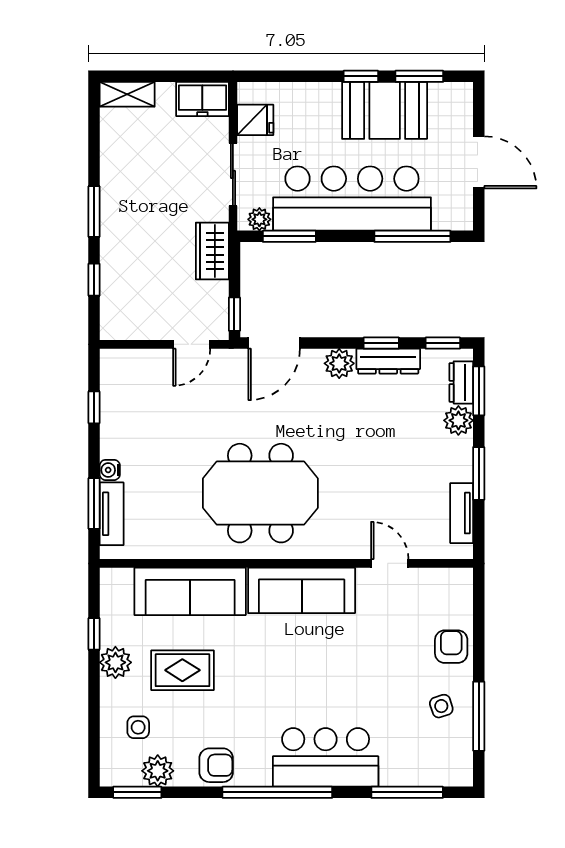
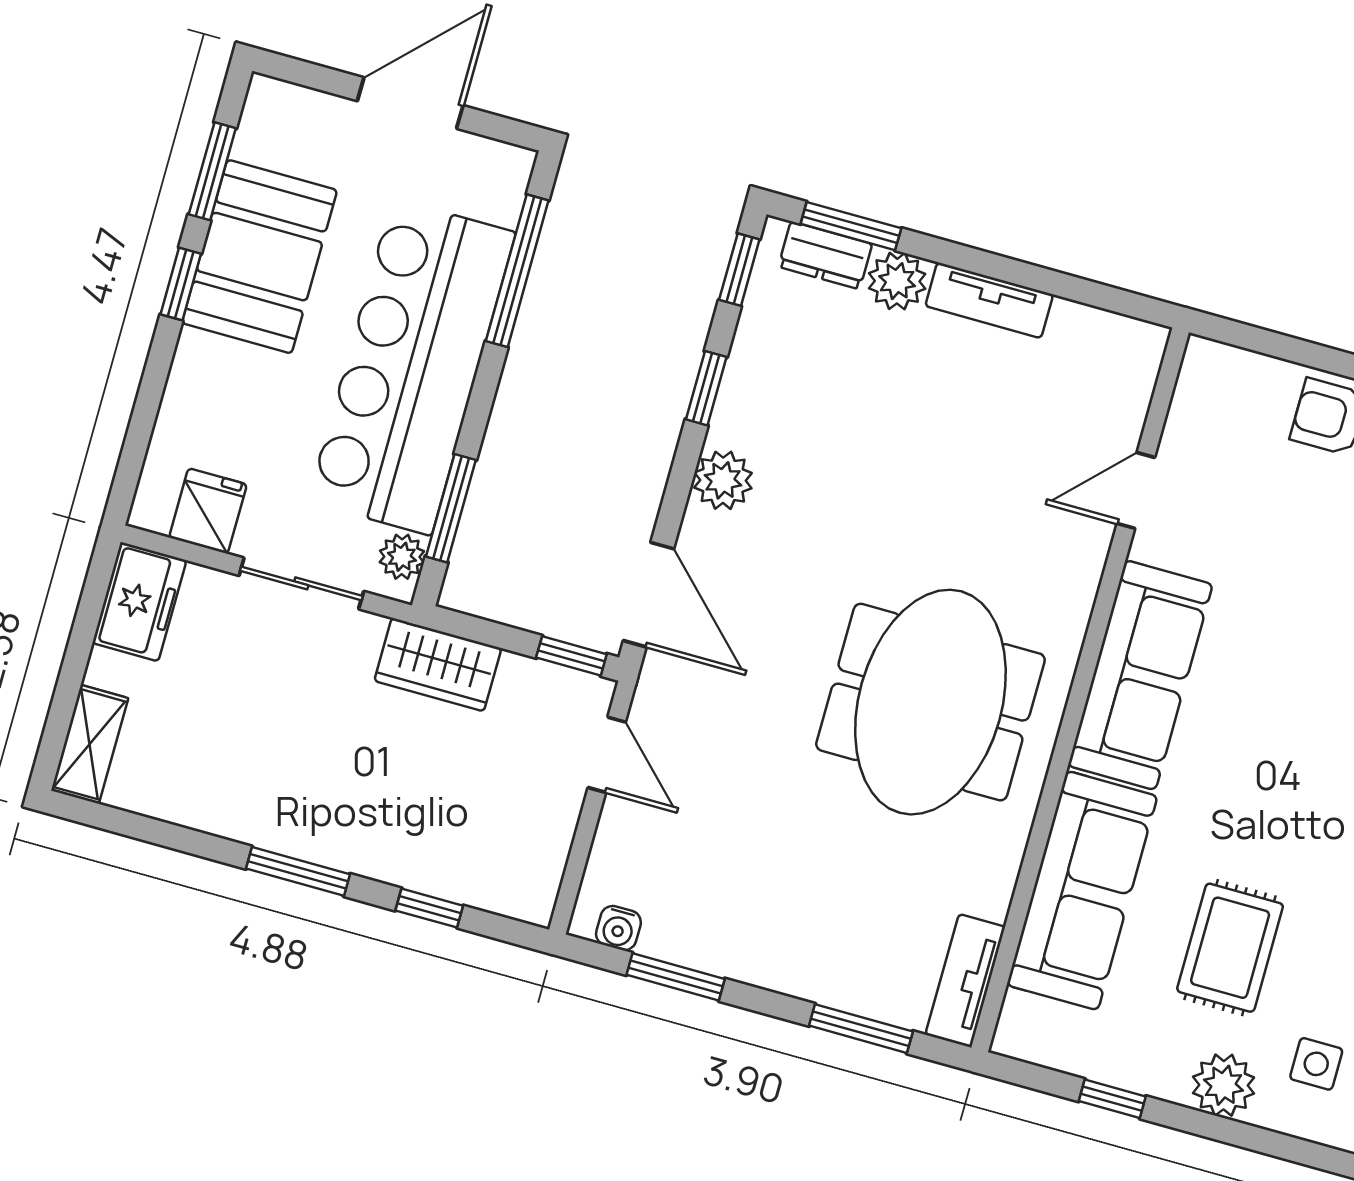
dresser: (388, 361) -> (745, 385), removed
window: (94, 407) -> (676, 977), width x1.50
water cooler: (110, 470) -> (618, 928), moved
window: (479, 473) -> (1010, 271), removed
tv unit: (462, 513) -> (989, 300), moved
tv unit: (112, 514) -> (965, 981), moved, turned -90
plant: (115, 662) -> (1224, 1085), moved

